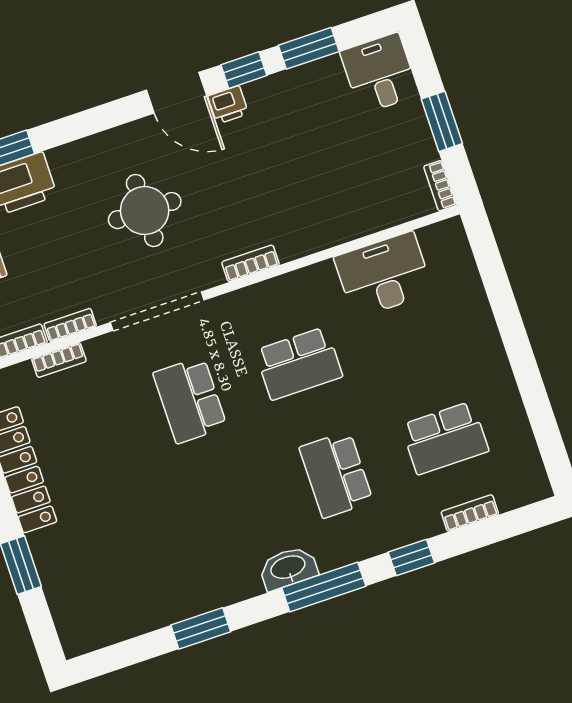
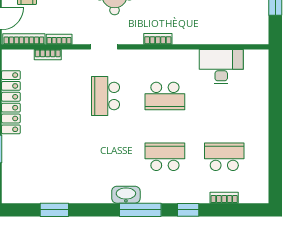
bookcase: (440, 186) -> (264, 32), removed
doorway: (157, 311) -> (104, 47), width x0.53
school desk: (445, 438) -> (224, 157), turned 180
school desk: (336, 475) -> (165, 157), turned 90
window: (201, 628) -> (54, 210), moved

